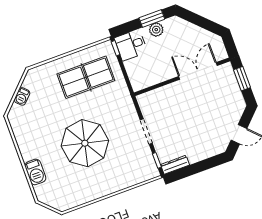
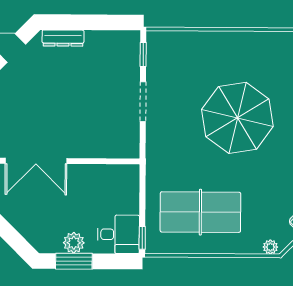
plant: (35, 72) -> (270, 247), added
dresser: (175, 165) -> (63, 38), moved

